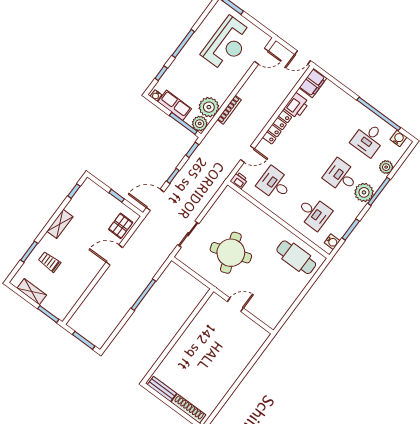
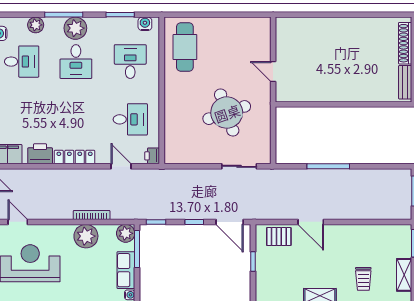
plant: (209, 107) -> (86, 236), moved
desk: (275, 184) -> (130, 119), turned -90

